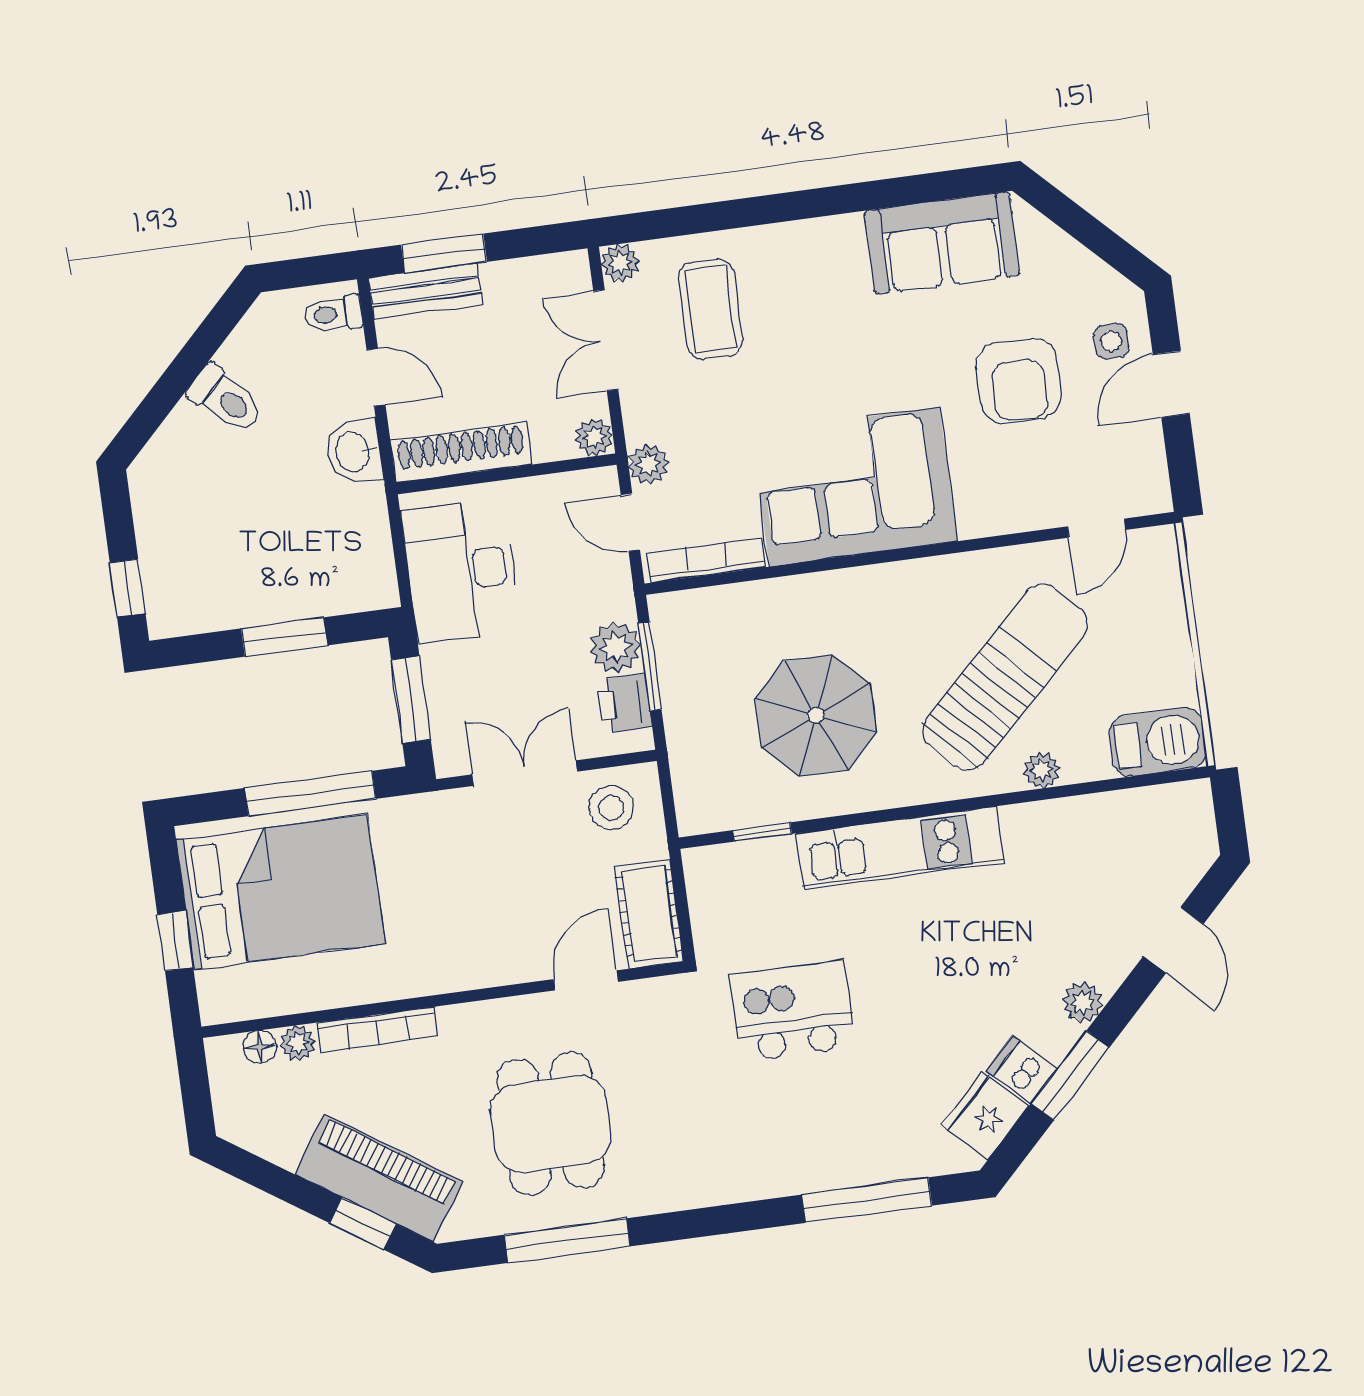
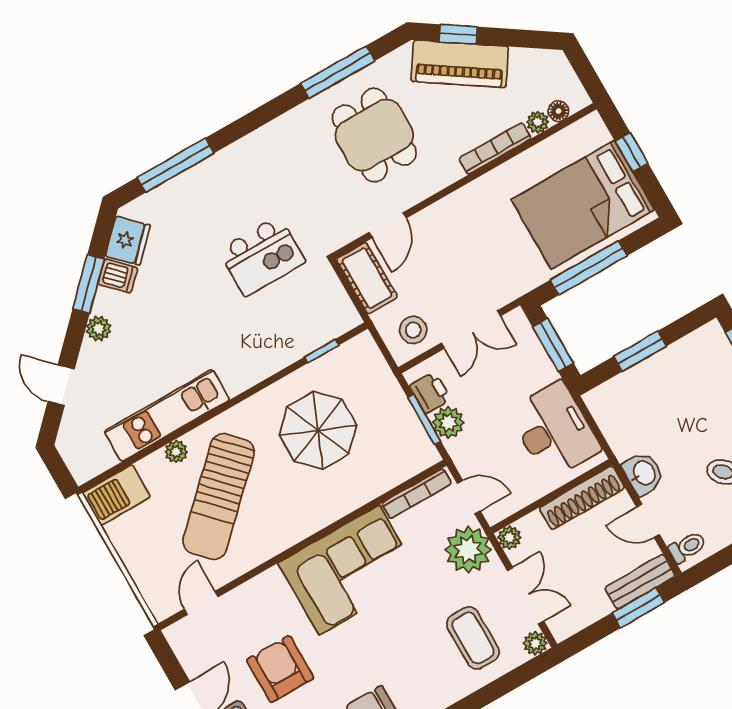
plant: (648, 464) -> (468, 550), width x1.87, depth x1.87
kitchen unit: (900, 848) -> (167, 416), moved

